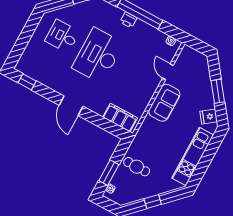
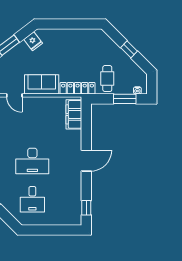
desk: (98, 56) -> (32, 161), width x0.73, depth x0.77
door: (168, 72) -> (14, 95), hinge flipped
locker: (143, 134) -> (78, 88), added
kitchen unit: (193, 157) -> (74, 36), removed

